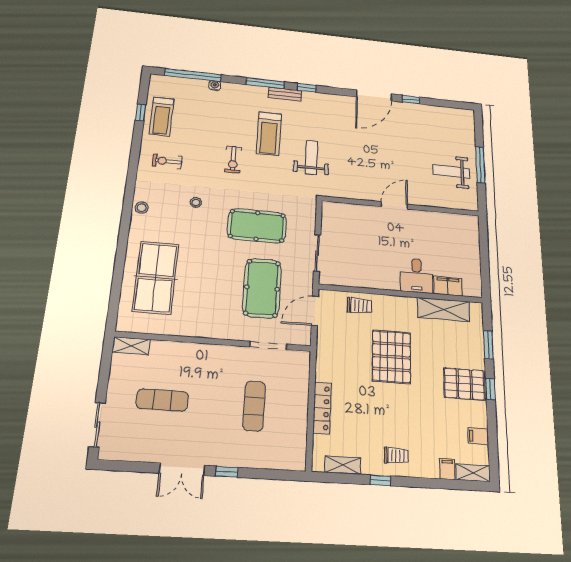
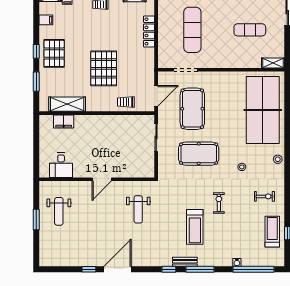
treadmill: (269, 134) -> (195, 227), turned 180
weight bench: (311, 157) -> (138, 209), moved
window: (480, 165) -> (36, 219), width x0.69
weight bench: (451, 171) -> (59, 211), turned 90
desk: (416, 276) -> (61, 165), moved, turned 180
table tennis table: (156, 277) -> (263, 110), width x1.36, depth x1.32
pallet: (464, 384) -> (54, 53), turned 90
exercise mat: (254, 406) -> (192, 30), width x1.36, depth x1.45

